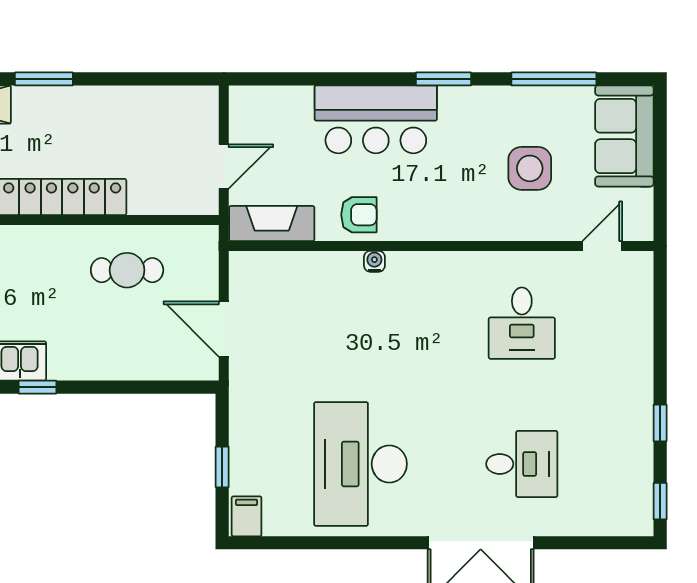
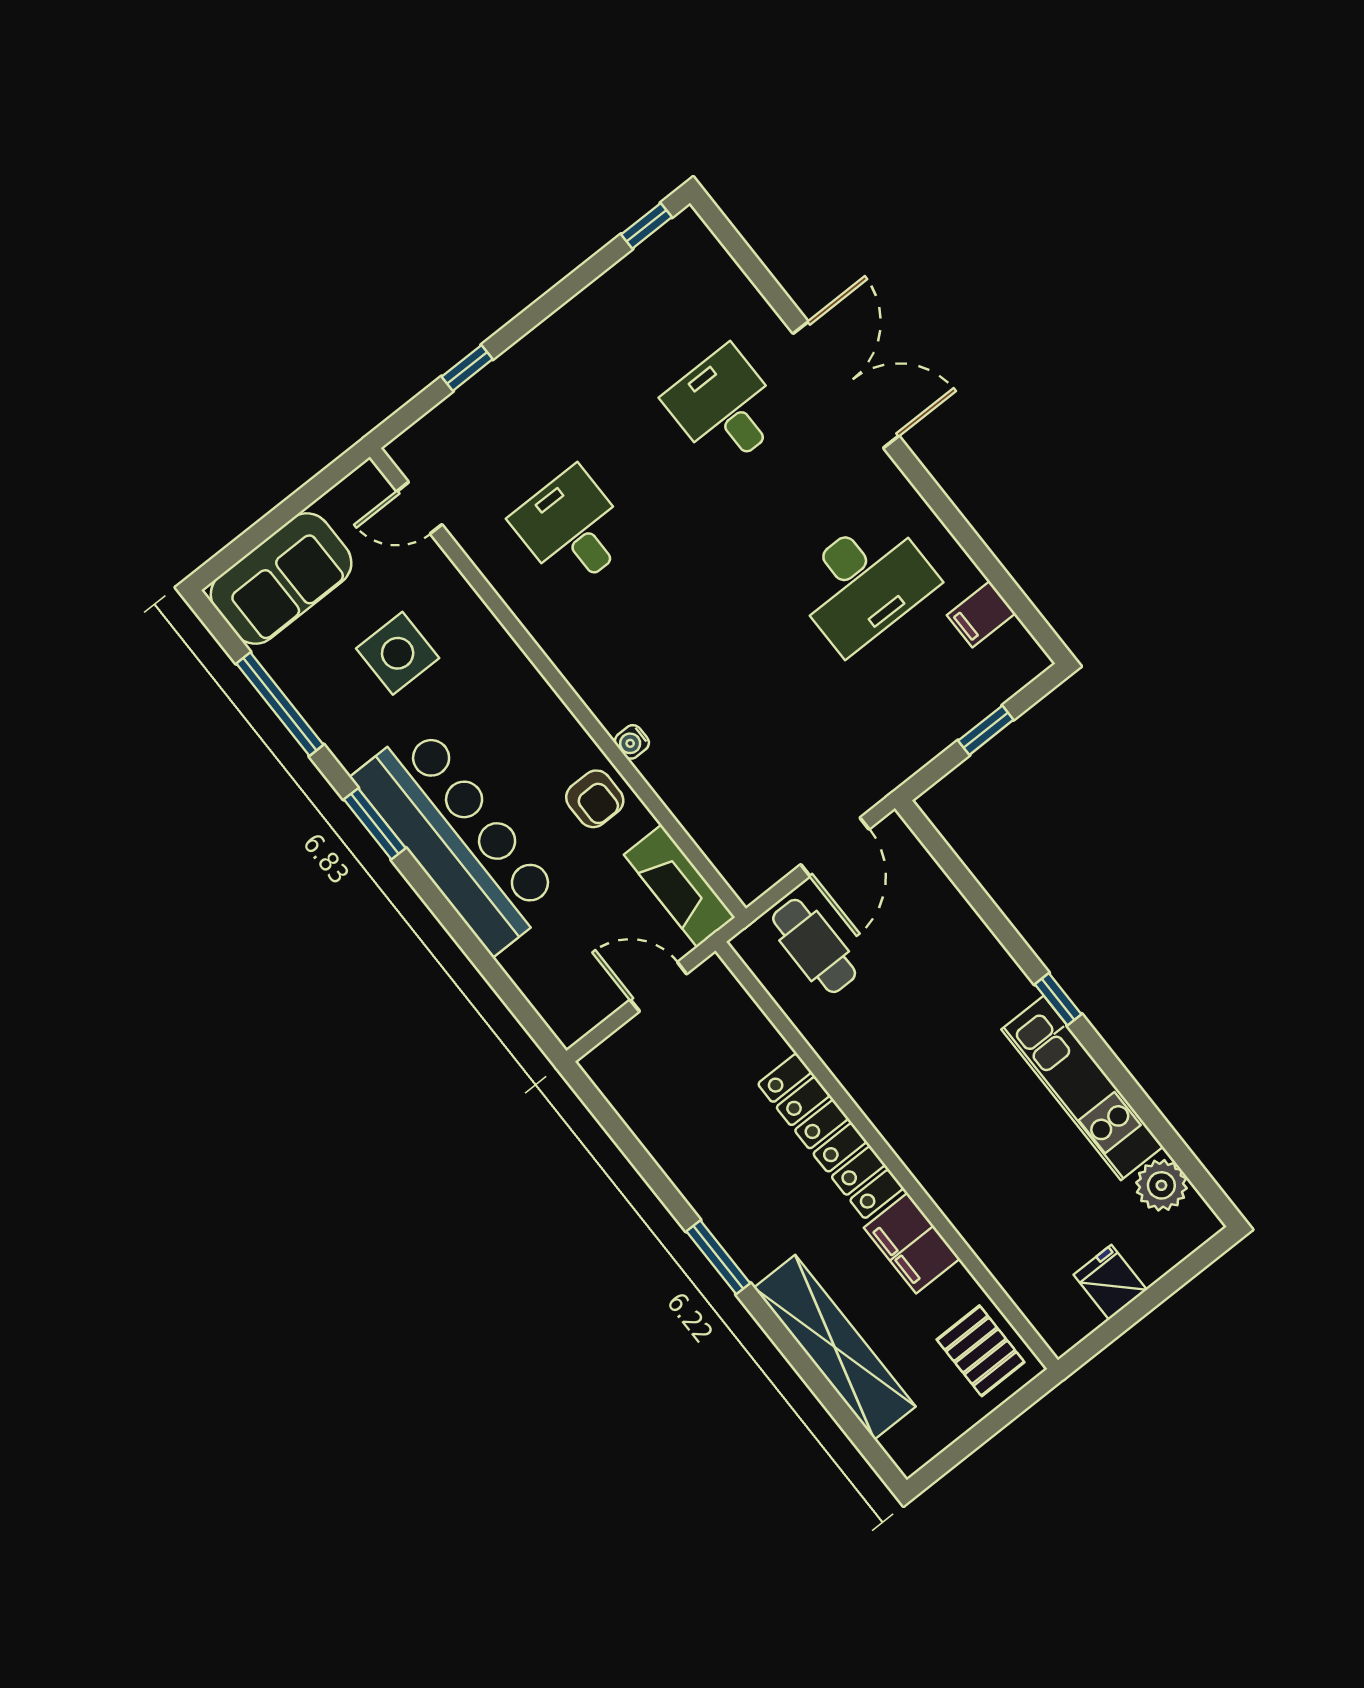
bar counter: (376, 119) -> (458, 838), width x1.36
armchair: (359, 215) -> (595, 799), turned 180
cafe table: (127, 270) -> (814, 946), moved
desk: (522, 323) -> (572, 529), turned -90
window: (660, 423) -> (467, 368), moved
desk: (361, 464) -> (864, 583), width x0.73, depth x0.77
filing cabinet: (247, 516) -> (981, 614), moved

